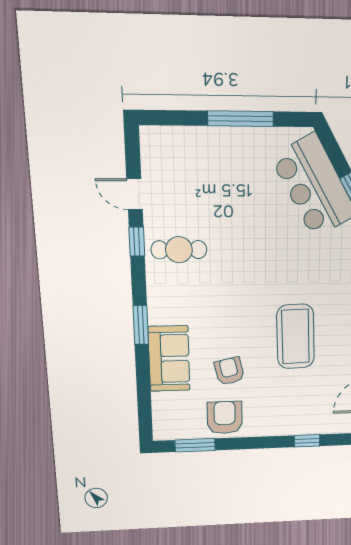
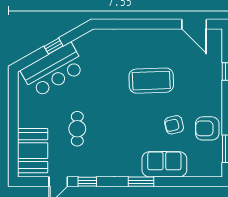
window: (241, 119) -> (13, 116), removed
booth: (184, 151) -> (33, 151), added
cafe table: (179, 250) -> (77, 129), moved

